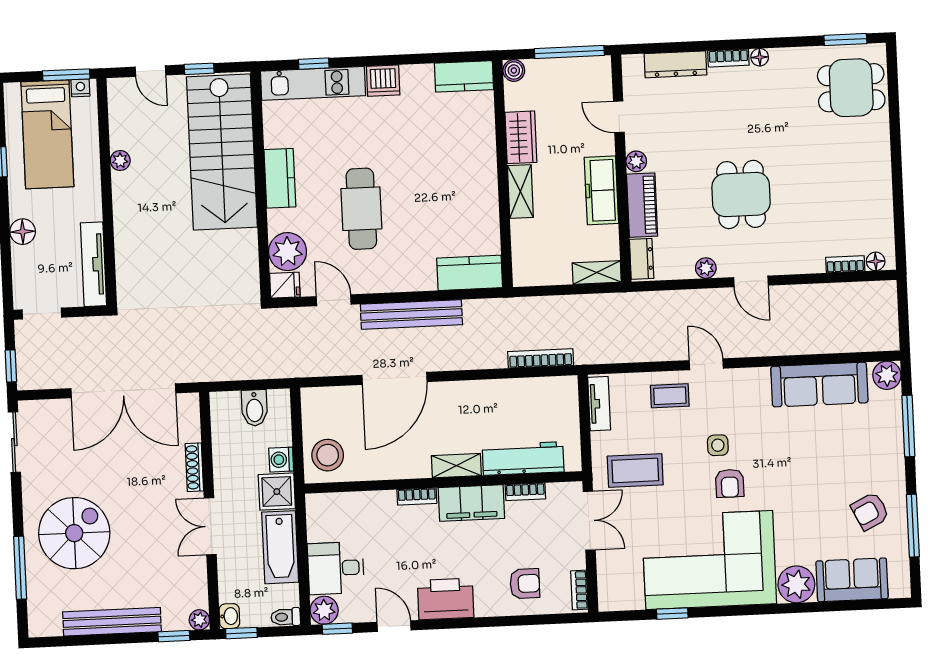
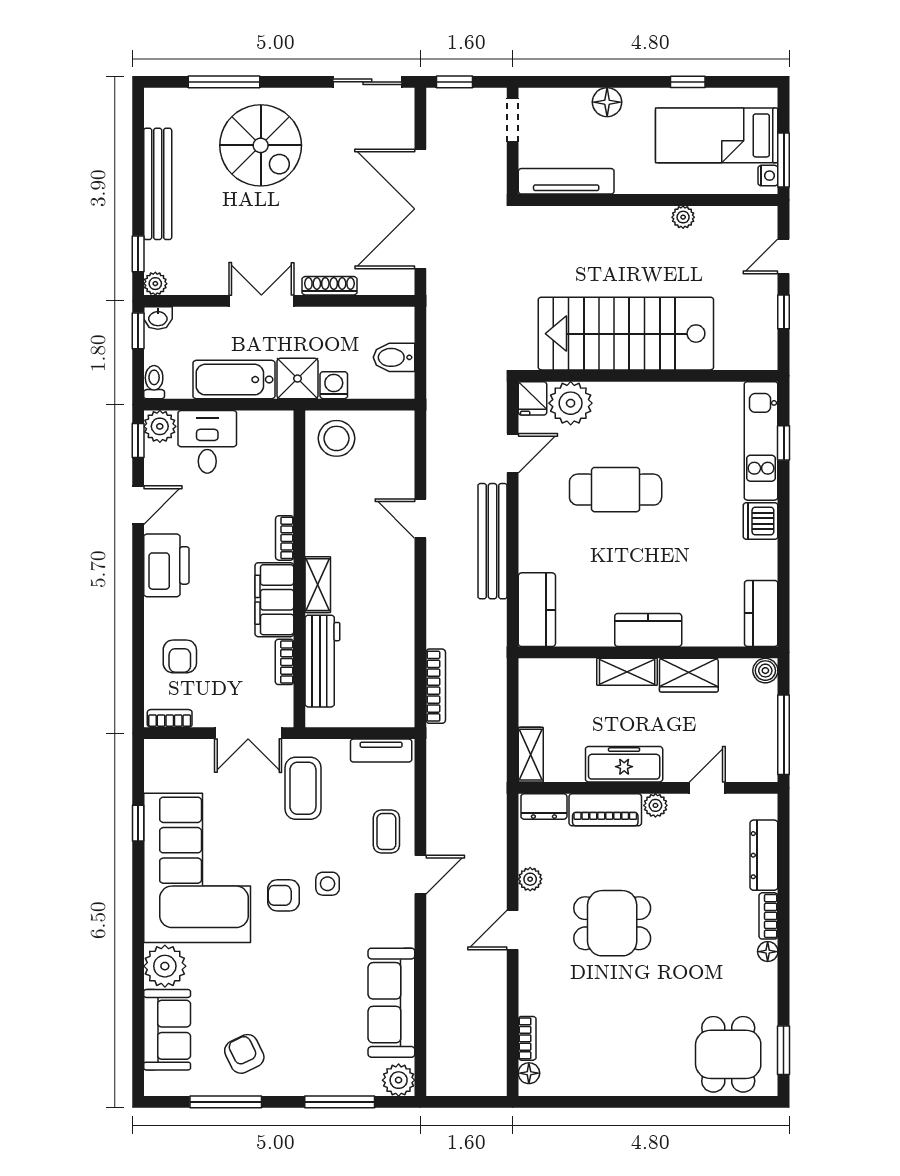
stairs: (222, 152) -> (626, 334), moved
kitchen counter: (280, 178) -> (648, 630), moved, turned 180
door: (395, 378) -> (420, 519), width x0.53

